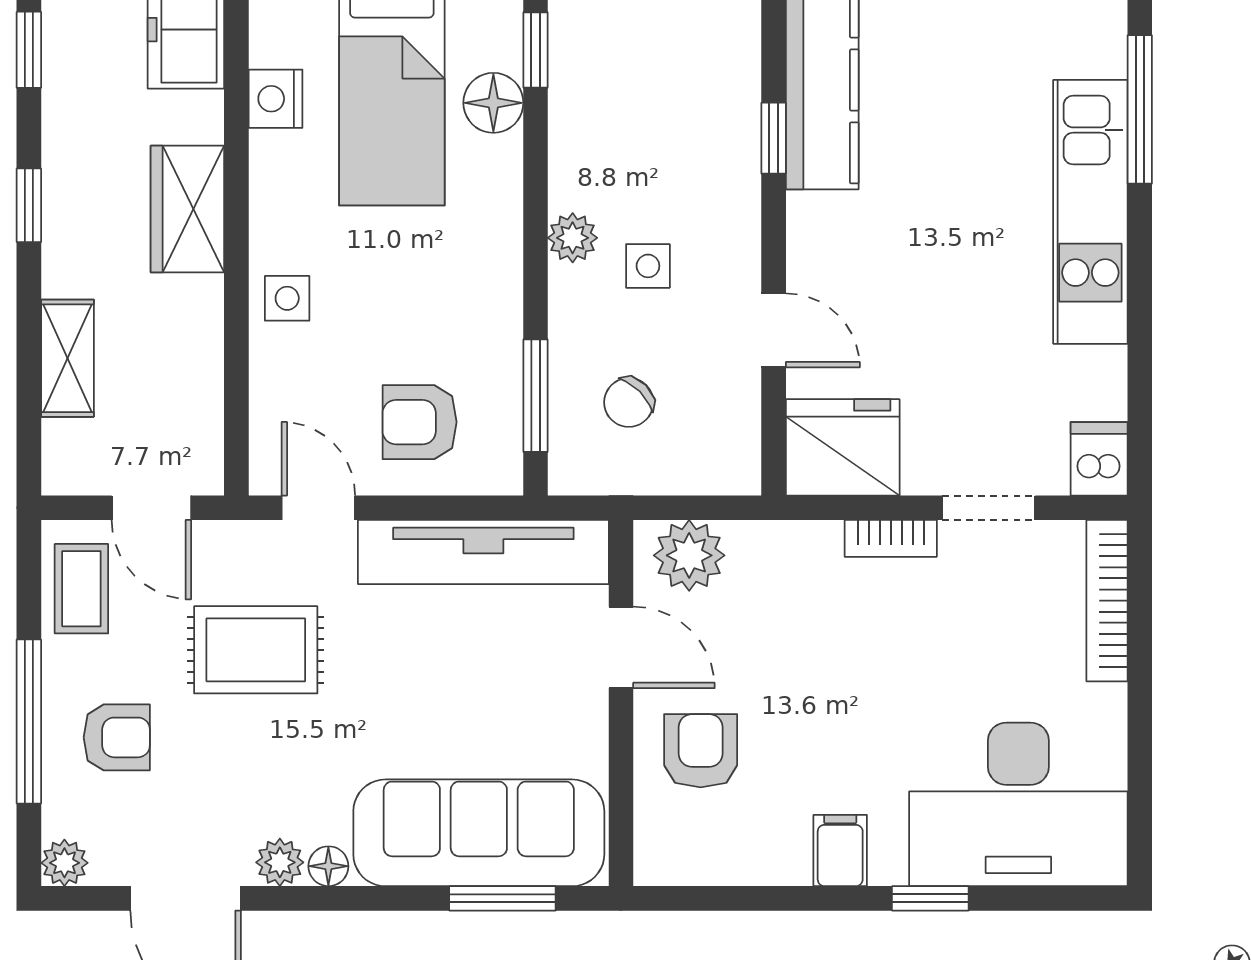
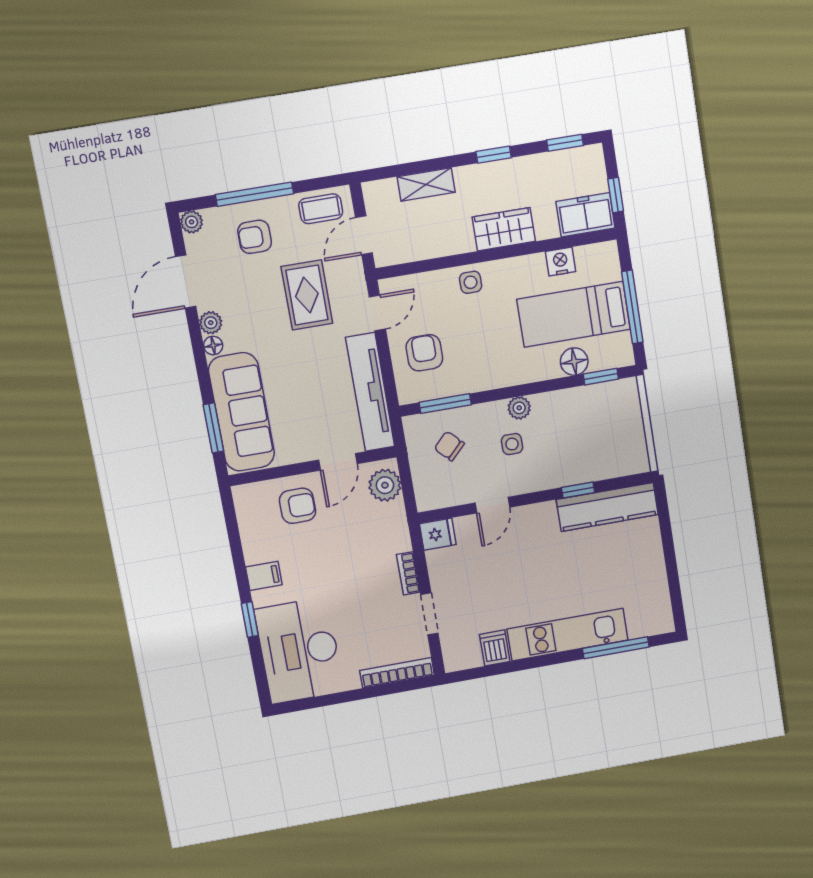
fridge: (843, 447) -> (438, 534), width x0.53, depth x0.75
dishwasher: (1099, 459) -> (495, 648), moved, turned -90
armchair: (117, 737) -> (255, 237), turned 90

